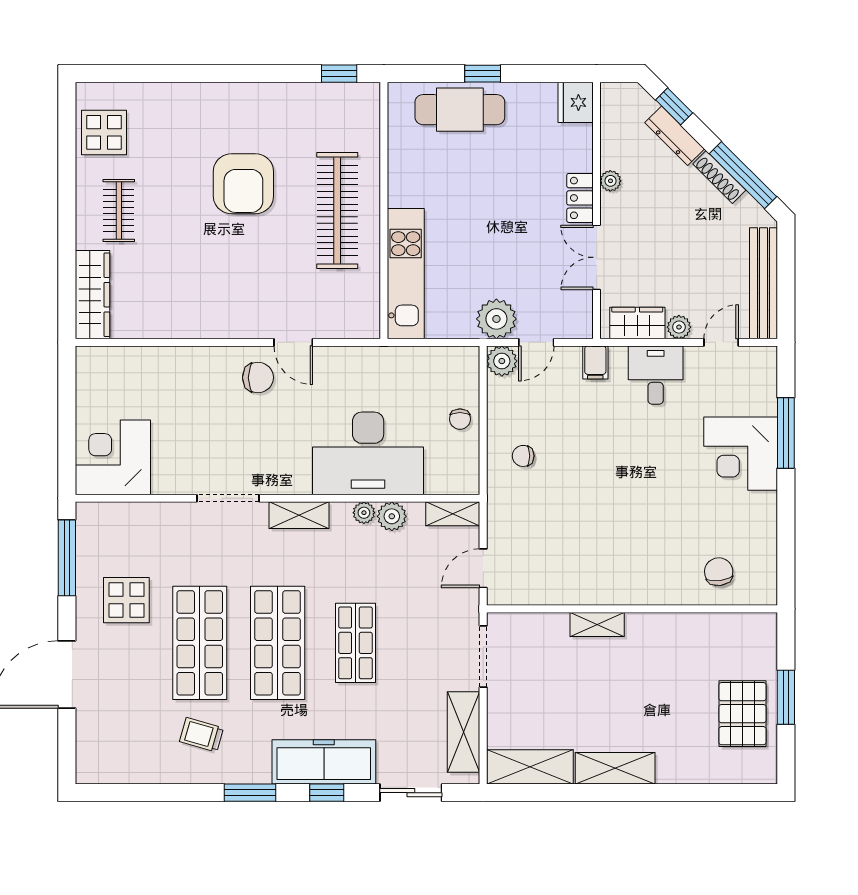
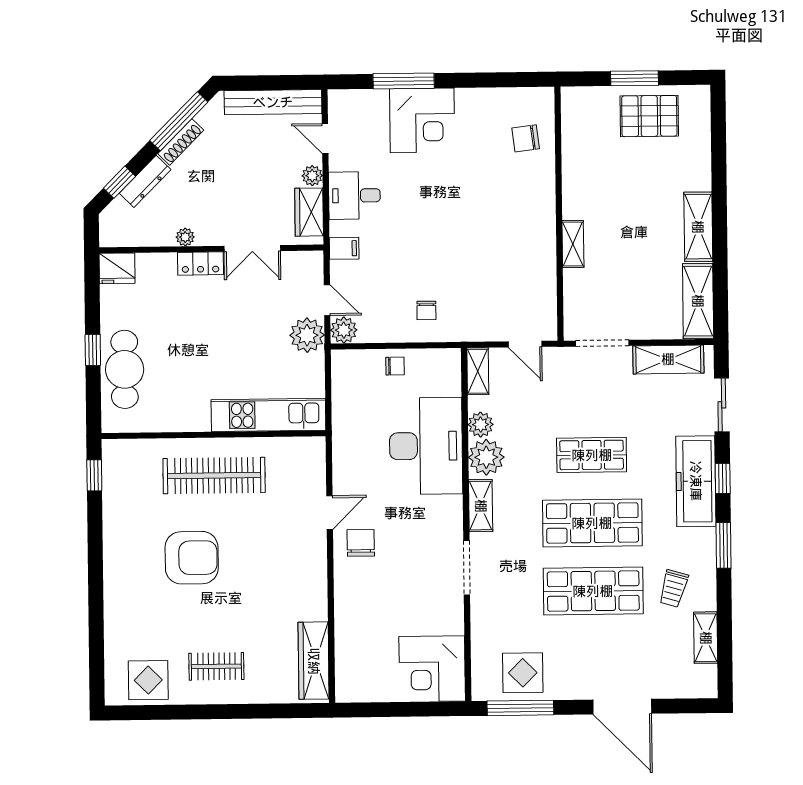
wardrobe: (93, 295) -> (314, 661), moved, turned -90
plant: (364, 513) -> (486, 457), width x1.88, depth x1.88
display table: (126, 600) -> (523, 673), moved
shelving: (145, 771) -> (706, 638), added

